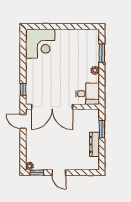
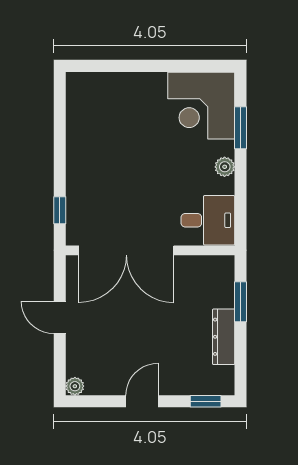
corner desk: (40, 44) -> (201, 106), moved, turned 90
door: (23, 121) -> (60, 317), moved
window: (37, 173) -> (206, 401), moved
door: (59, 173) -> (142, 401), swing flipped

